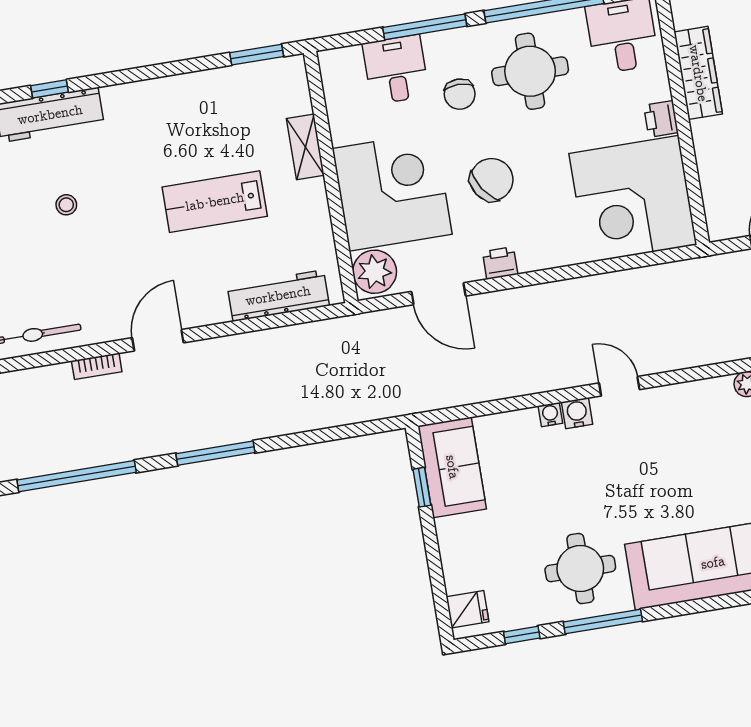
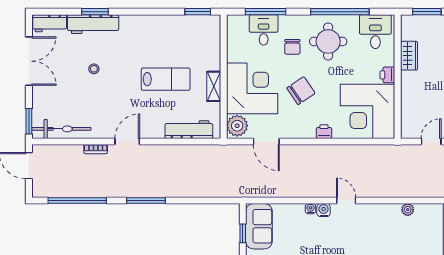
window: (425, 27) -> (265, 12), moved
wardrobe: (698, 73) -> (409, 56), width x0.67
window: (50, 89) -> (95, 12), width x1.50
shelving: (305, 147) -> (214, 86), moved
lab bench: (215, 202) -> (166, 79), turned 180
printer: (500, 263) -> (324, 132), moved

